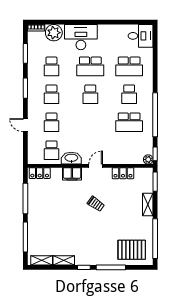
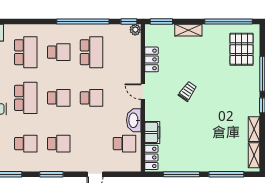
school desk: (51, 122) -> (92, 98), moved
filing cabinet: (72, 174) -> (152, 132), moved

